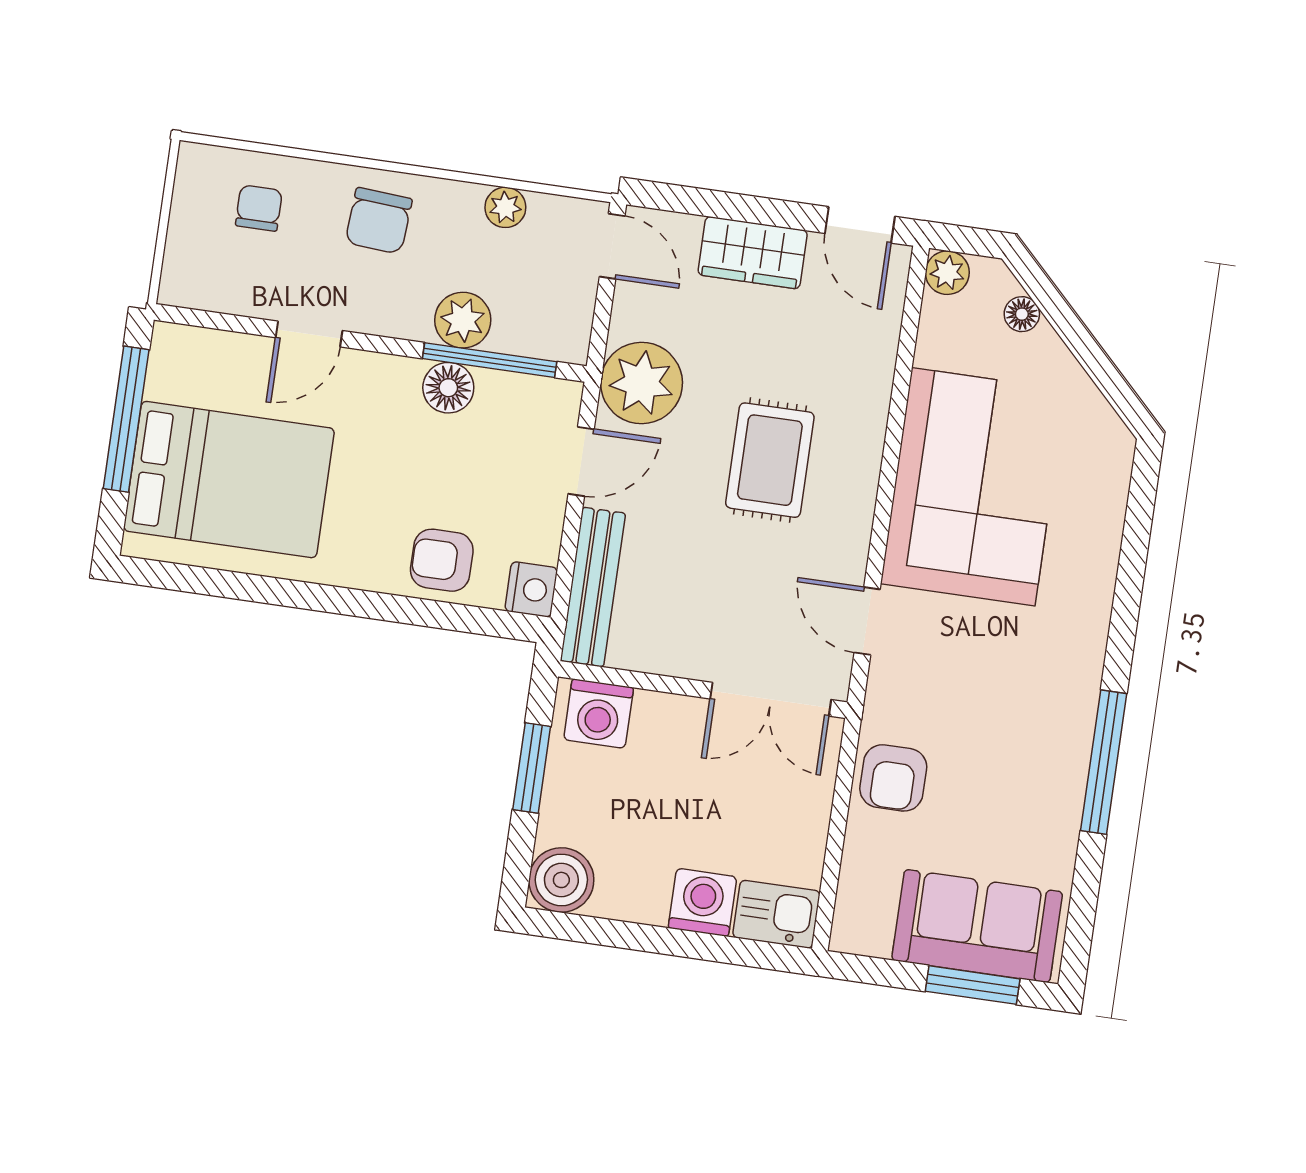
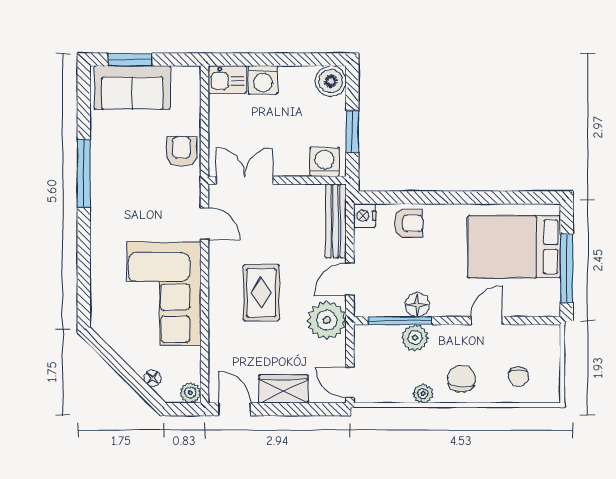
plant: (505, 207) -> (423, 393), moved

